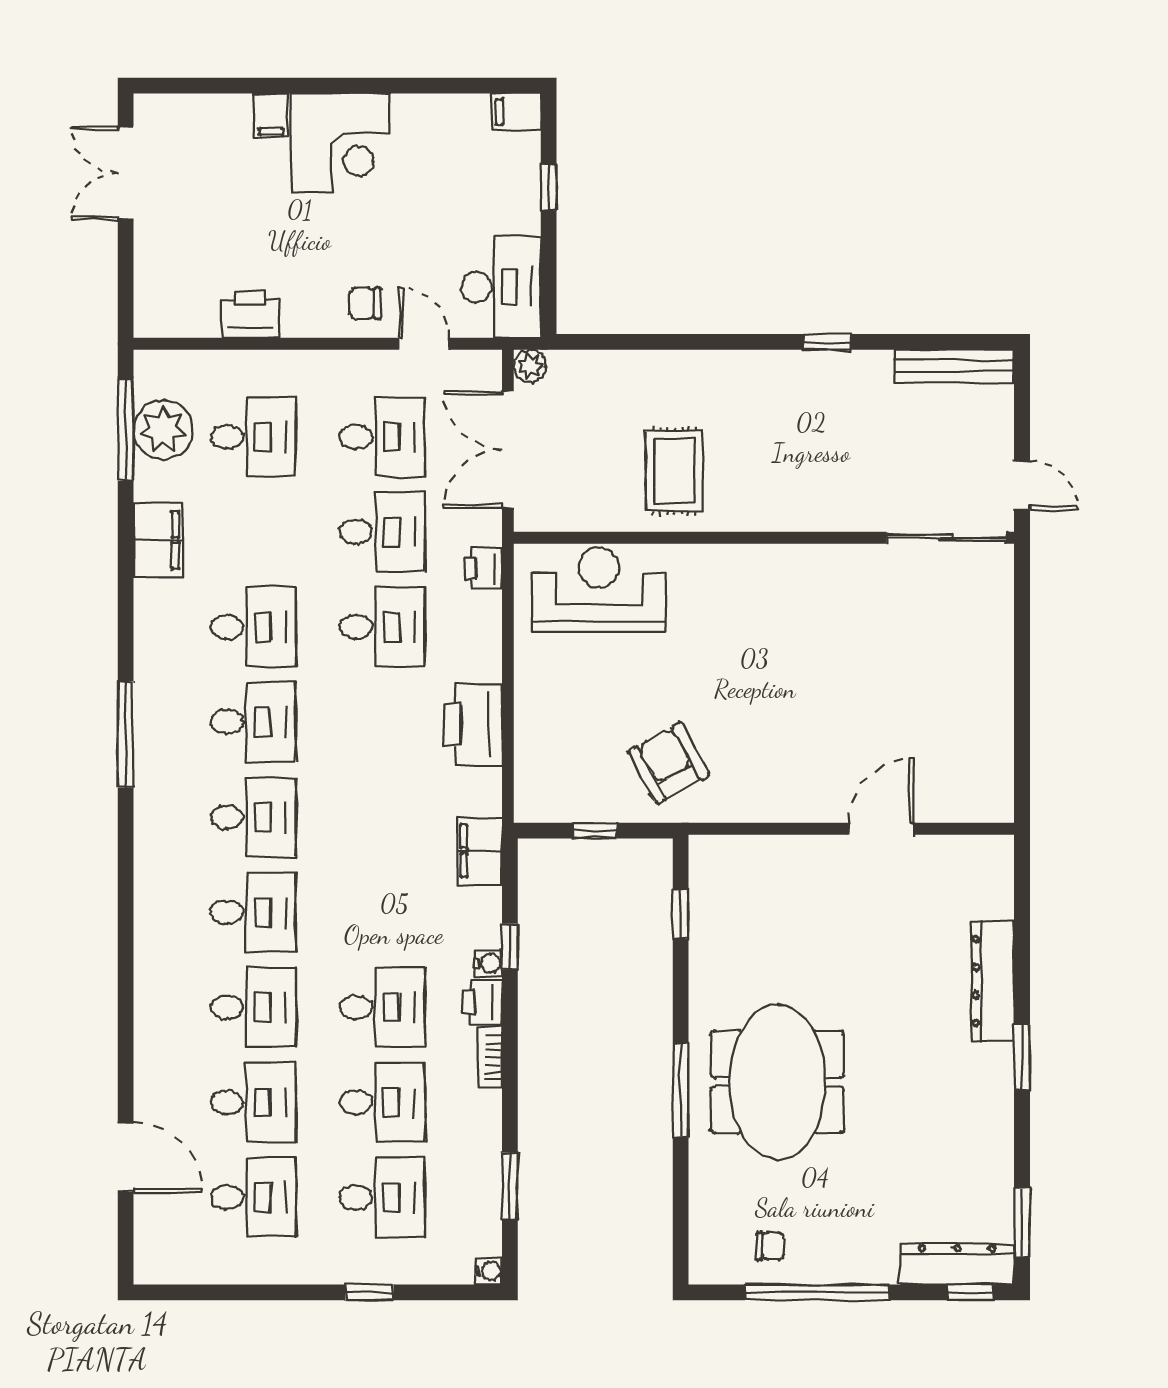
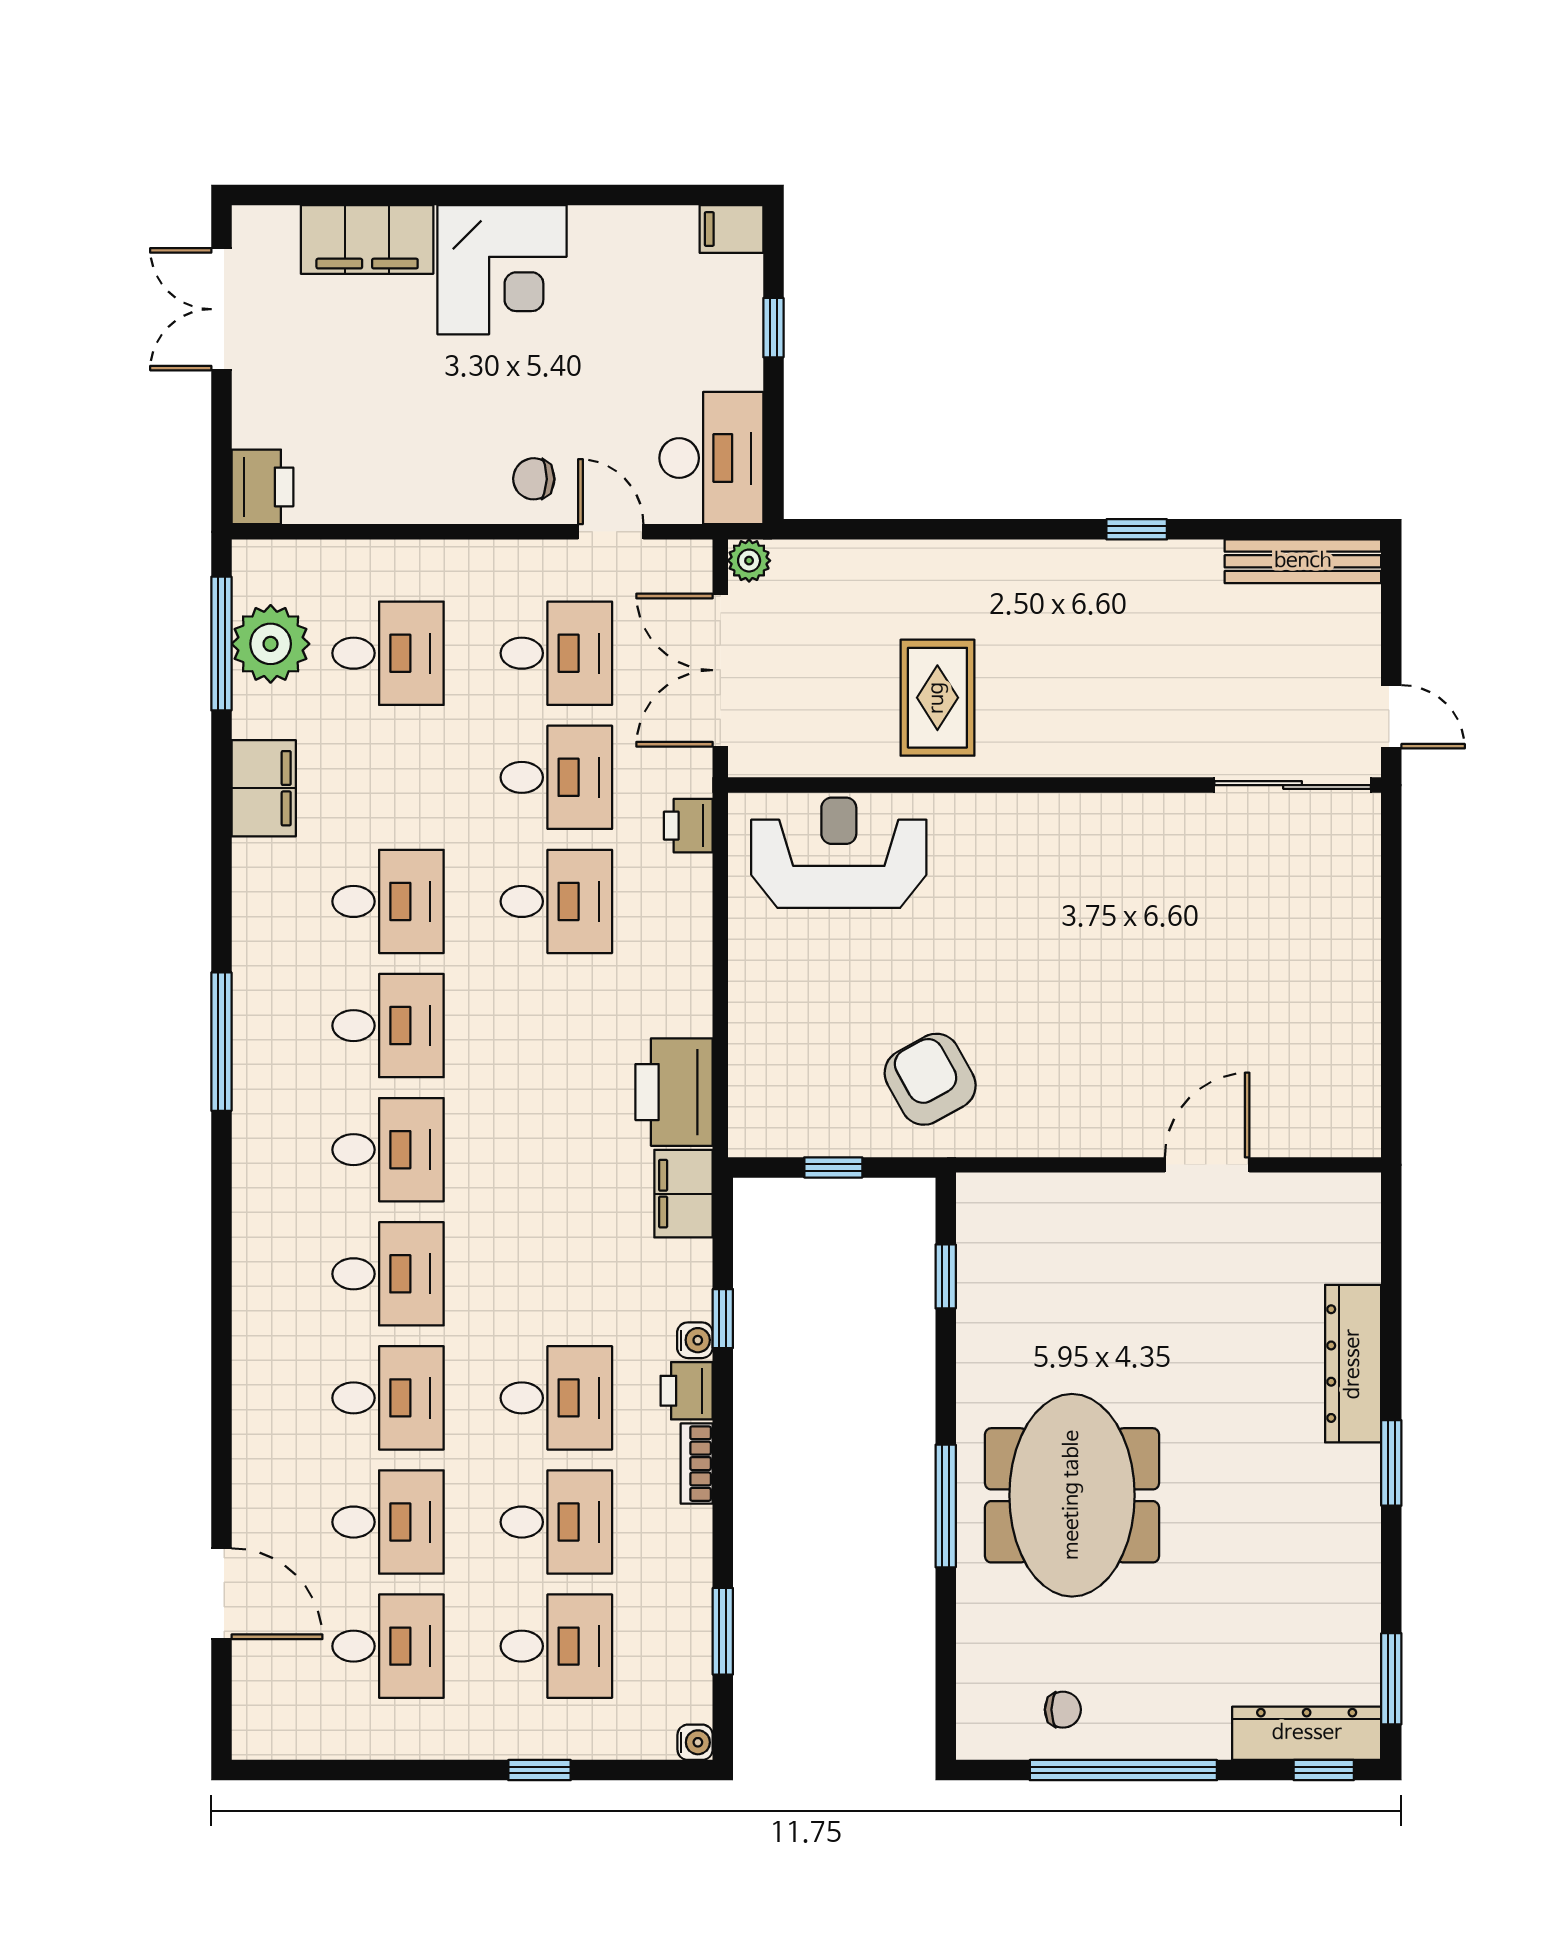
filing cabinet: (271, 116) -> (367, 240), width x3.00, depth x1.17
printer: (250, 314) -> (262, 487), moved, turned 90
printer: (472, 725) -> (674, 1092), moved

